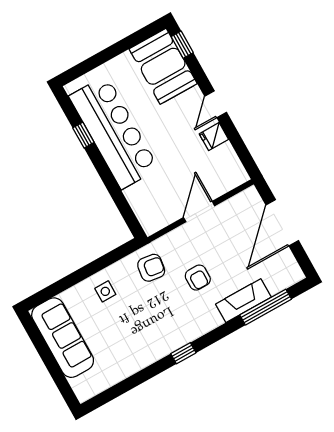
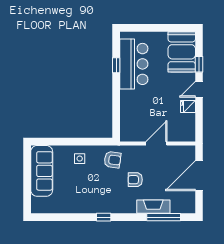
window: (182, 45) -> (199, 64), moved
bar counter: (114, 132) -> (134, 64), width x0.73
armchair: (198, 278) -> (135, 180), turned 90

